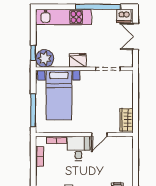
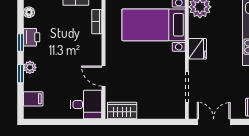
double door: (136, 36) -> (214, 122), moved
desk: (78, 148) -> (86, 105), moved

